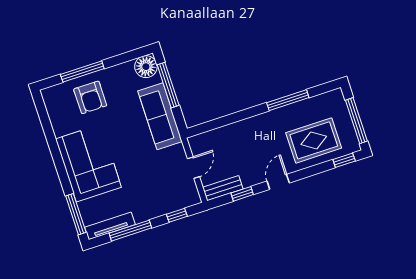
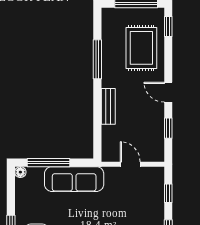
floor lamp: (146, 67) -> (20, 172), width x0.53, depth x0.53
bench: (223, 188) -> (108, 106), moved

